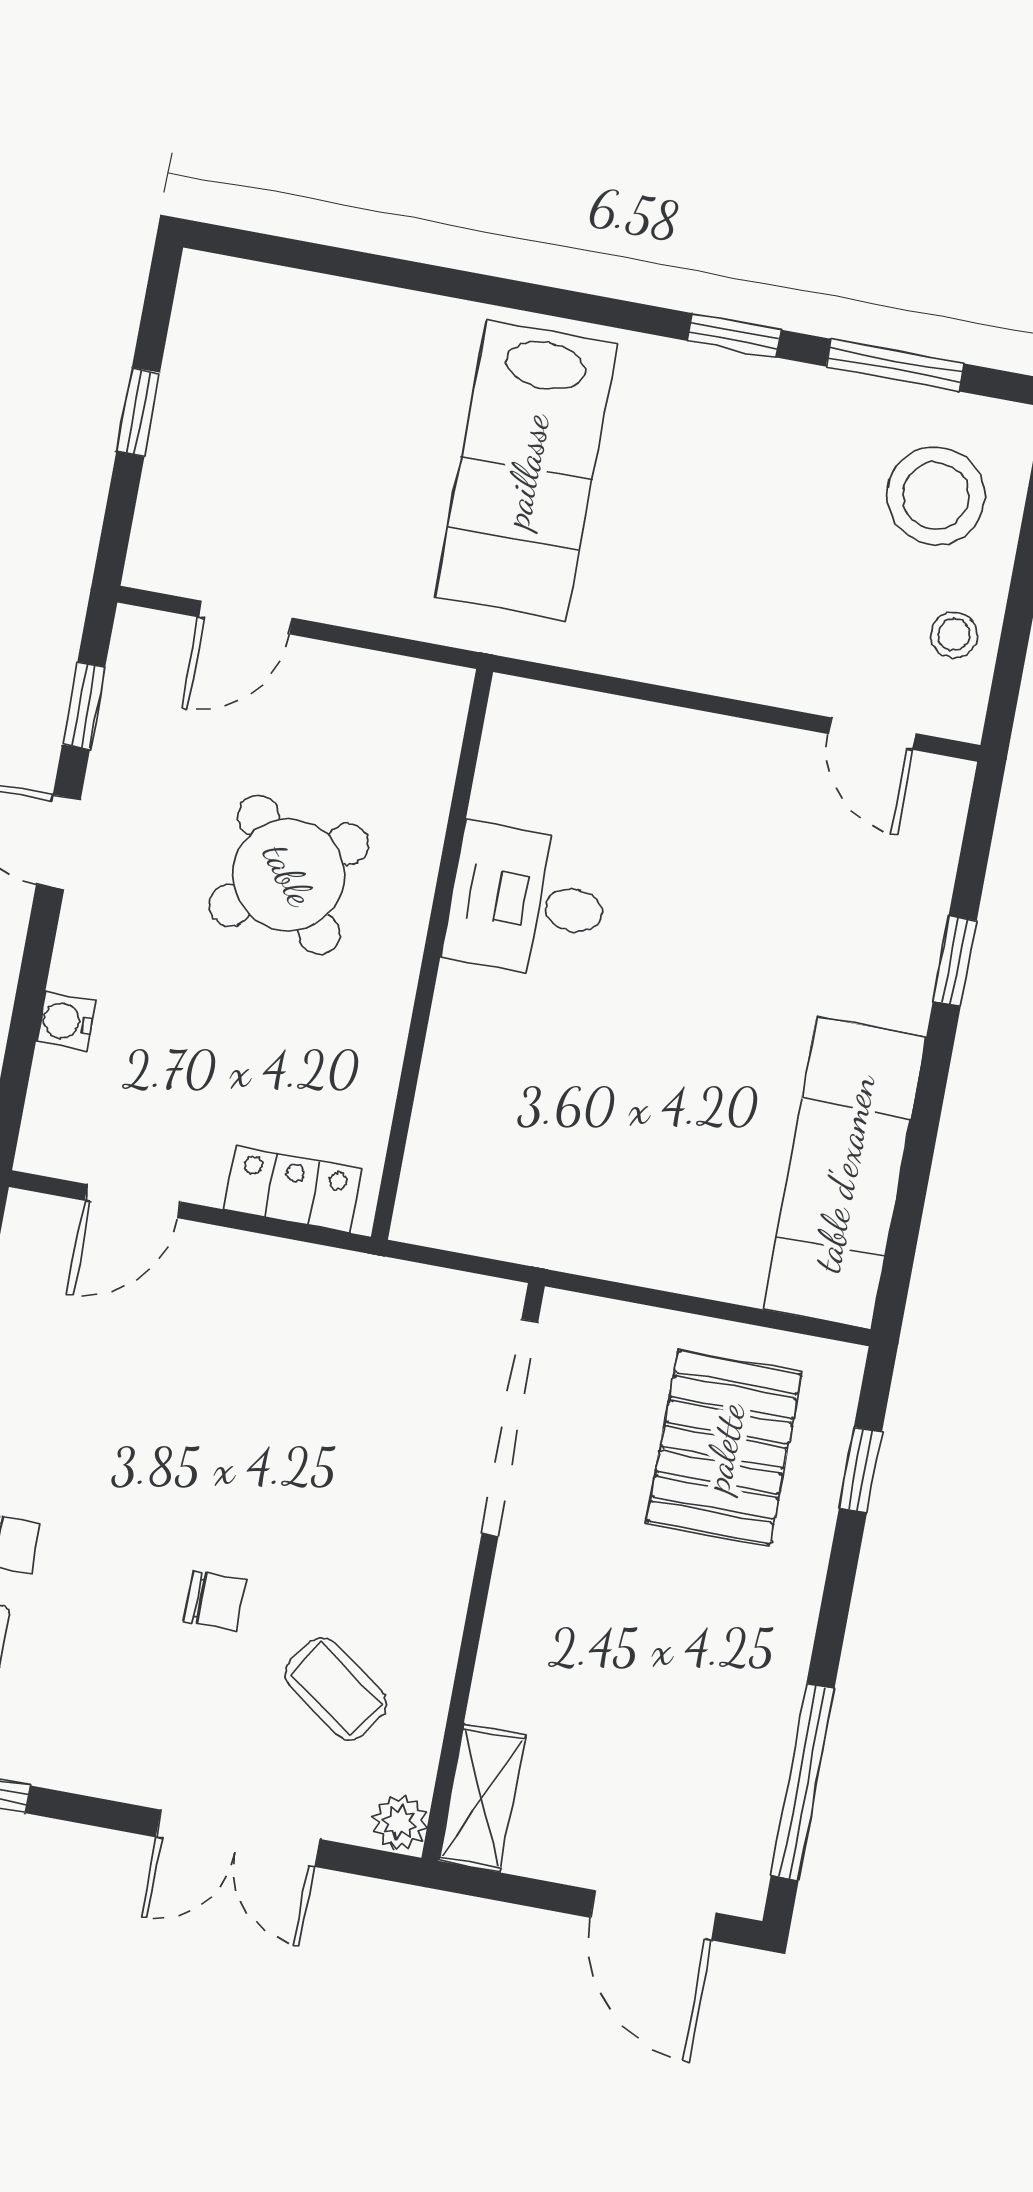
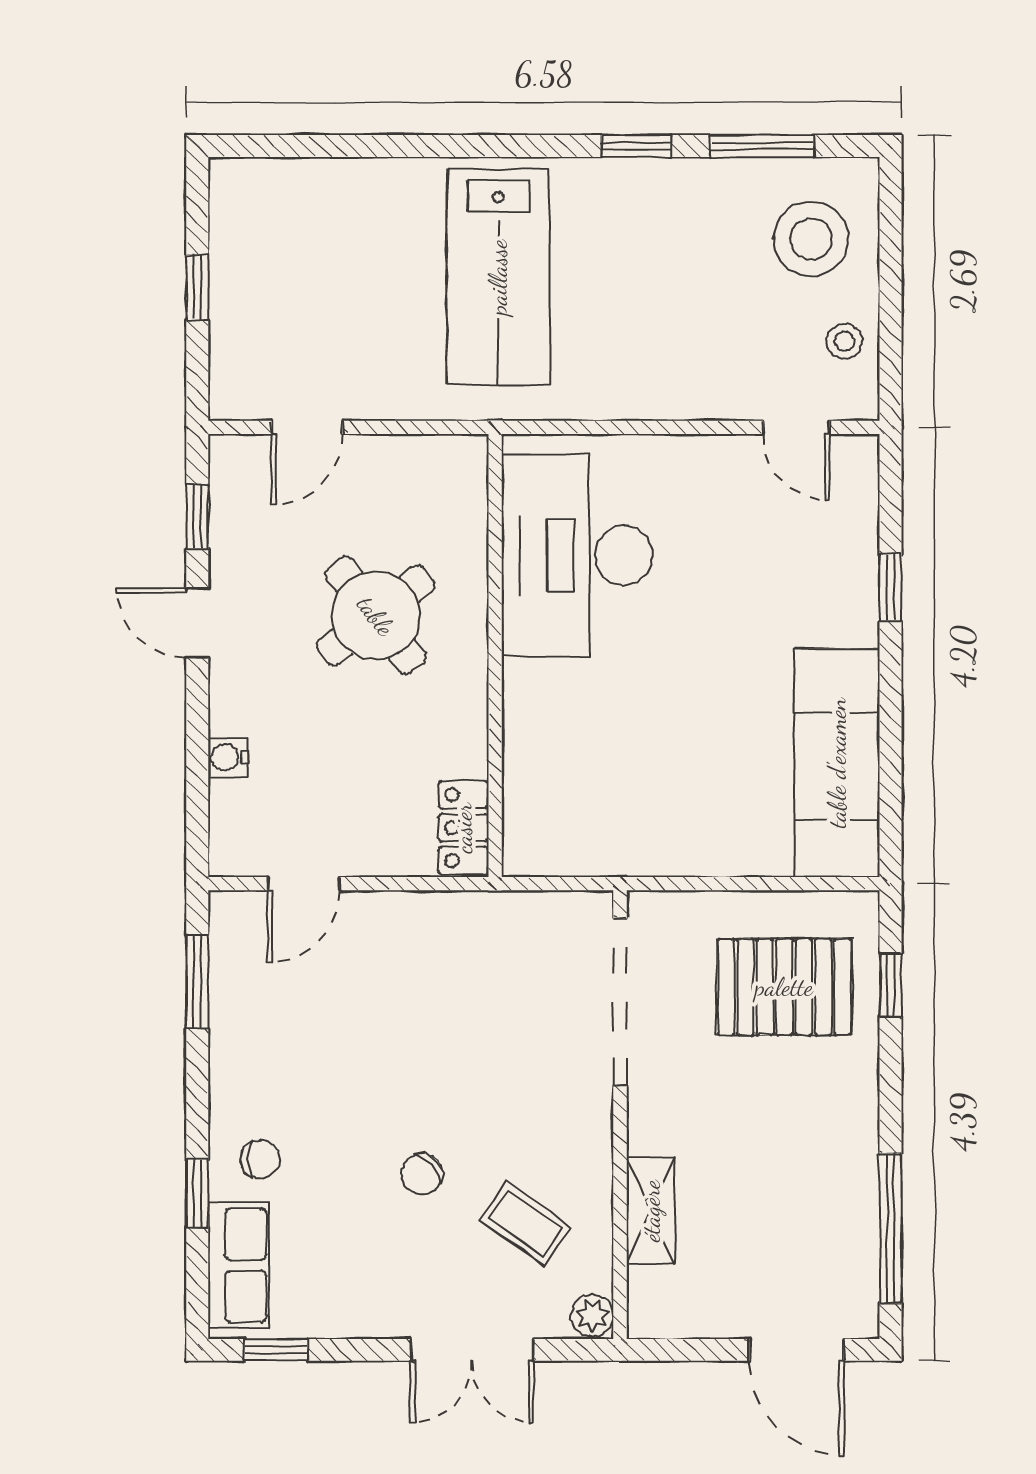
desk: (527, 902) -> (577, 555), width x1.87, depth x1.30
locker: (293, 1189) -> (463, 828), moved, turned -90
pallet: (724, 1447) -> (784, 987), turned 90
chair: (215, 1601) -> (422, 1174), turned 138
shelving: (482, 1798) -> (651, 1211), moved

